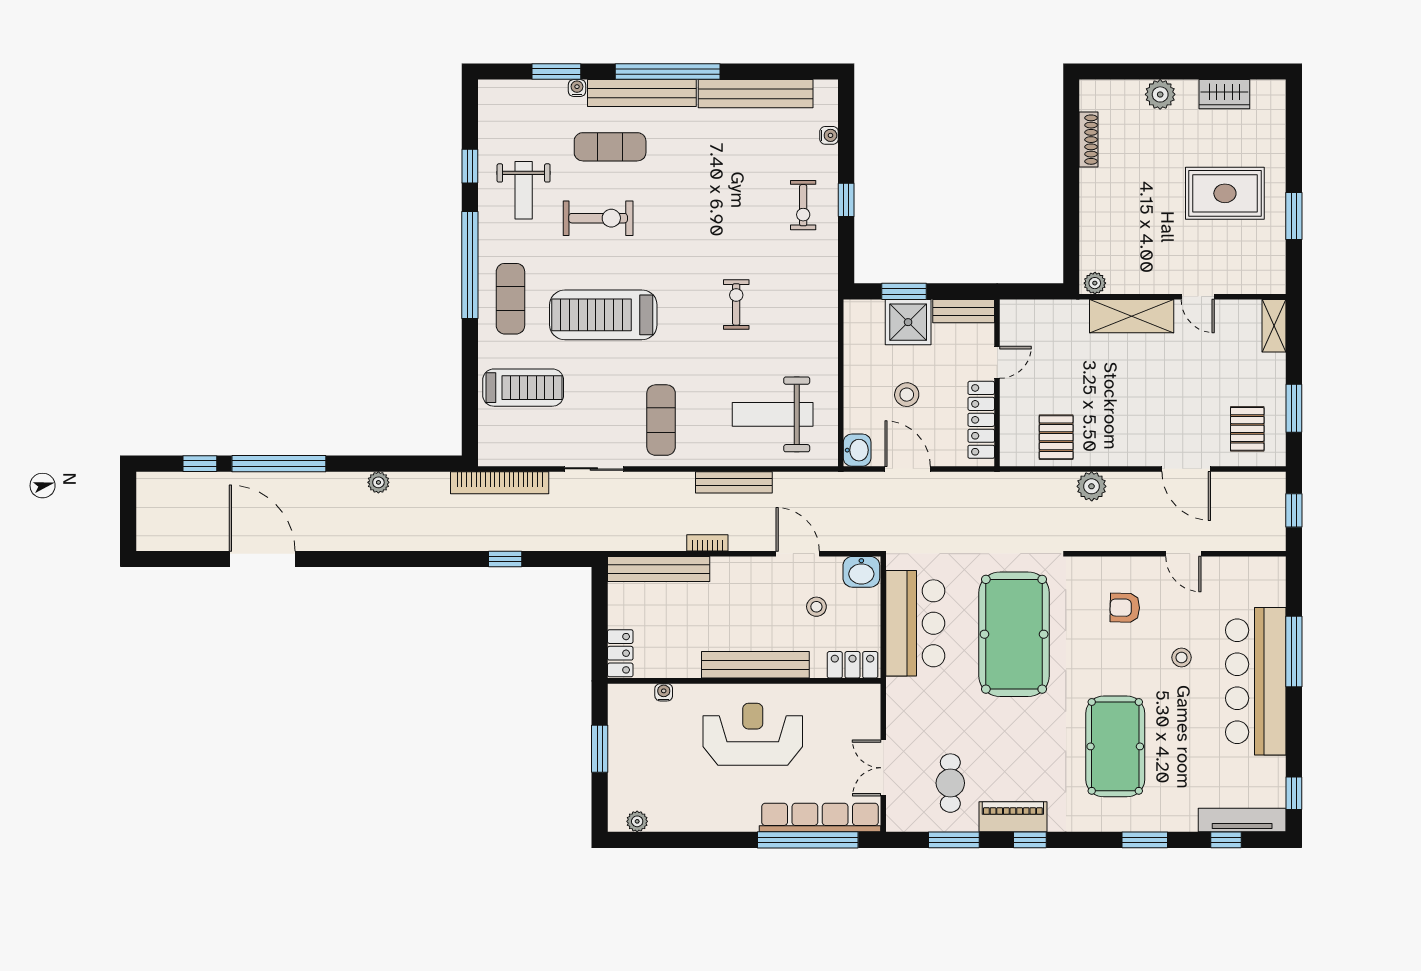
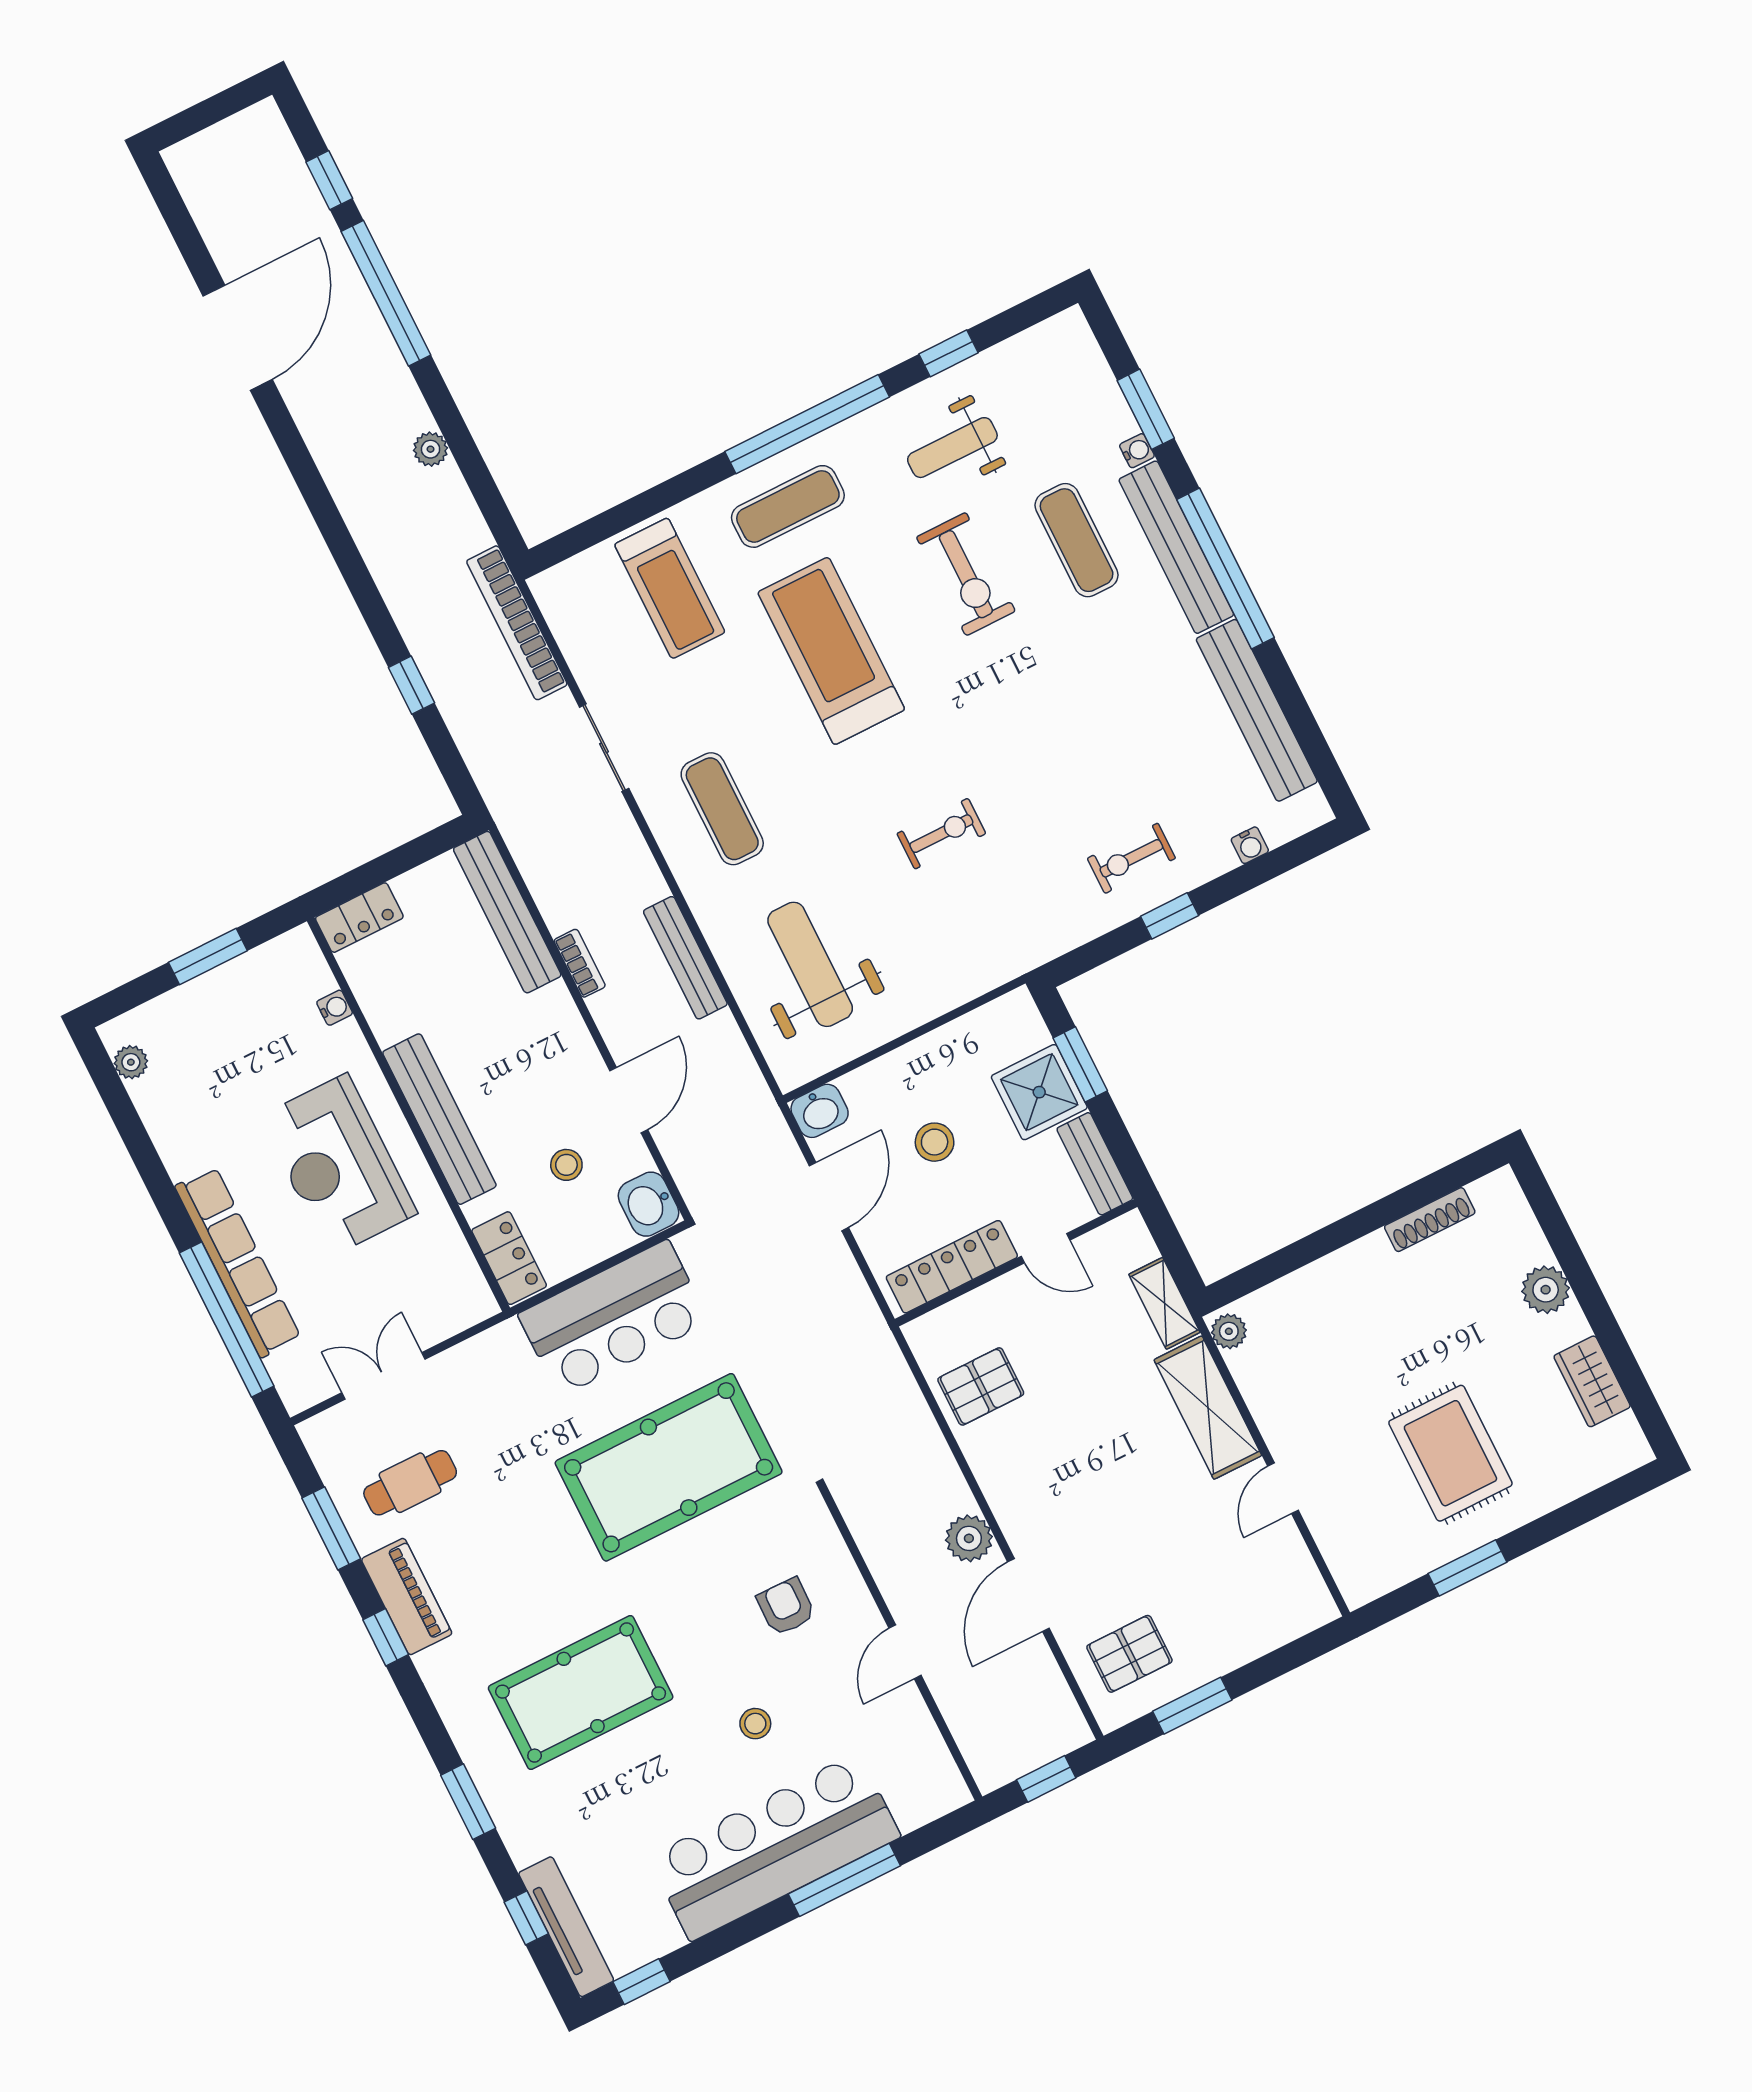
shelving: (1274, 326) -> (1164, 1303), moved, turned 90
exercise mat: (661, 420) -> (722, 809), turned 90
plant: (1092, 486) -> (969, 1538), moved
reception desk: (753, 734) -> (338, 1165), turned 180
row of seats: (820, 818) -> (238, 1262), moved

